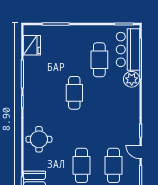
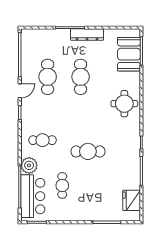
cafe table: (99, 60) -> (62, 185), width x0.73, depth x0.74
cafe table: (74, 93) -> (88, 151), turned 90
cafe table: (118, 104) -> (42, 140), added
door: (141, 152) -> (20, 91), hinge flipped

